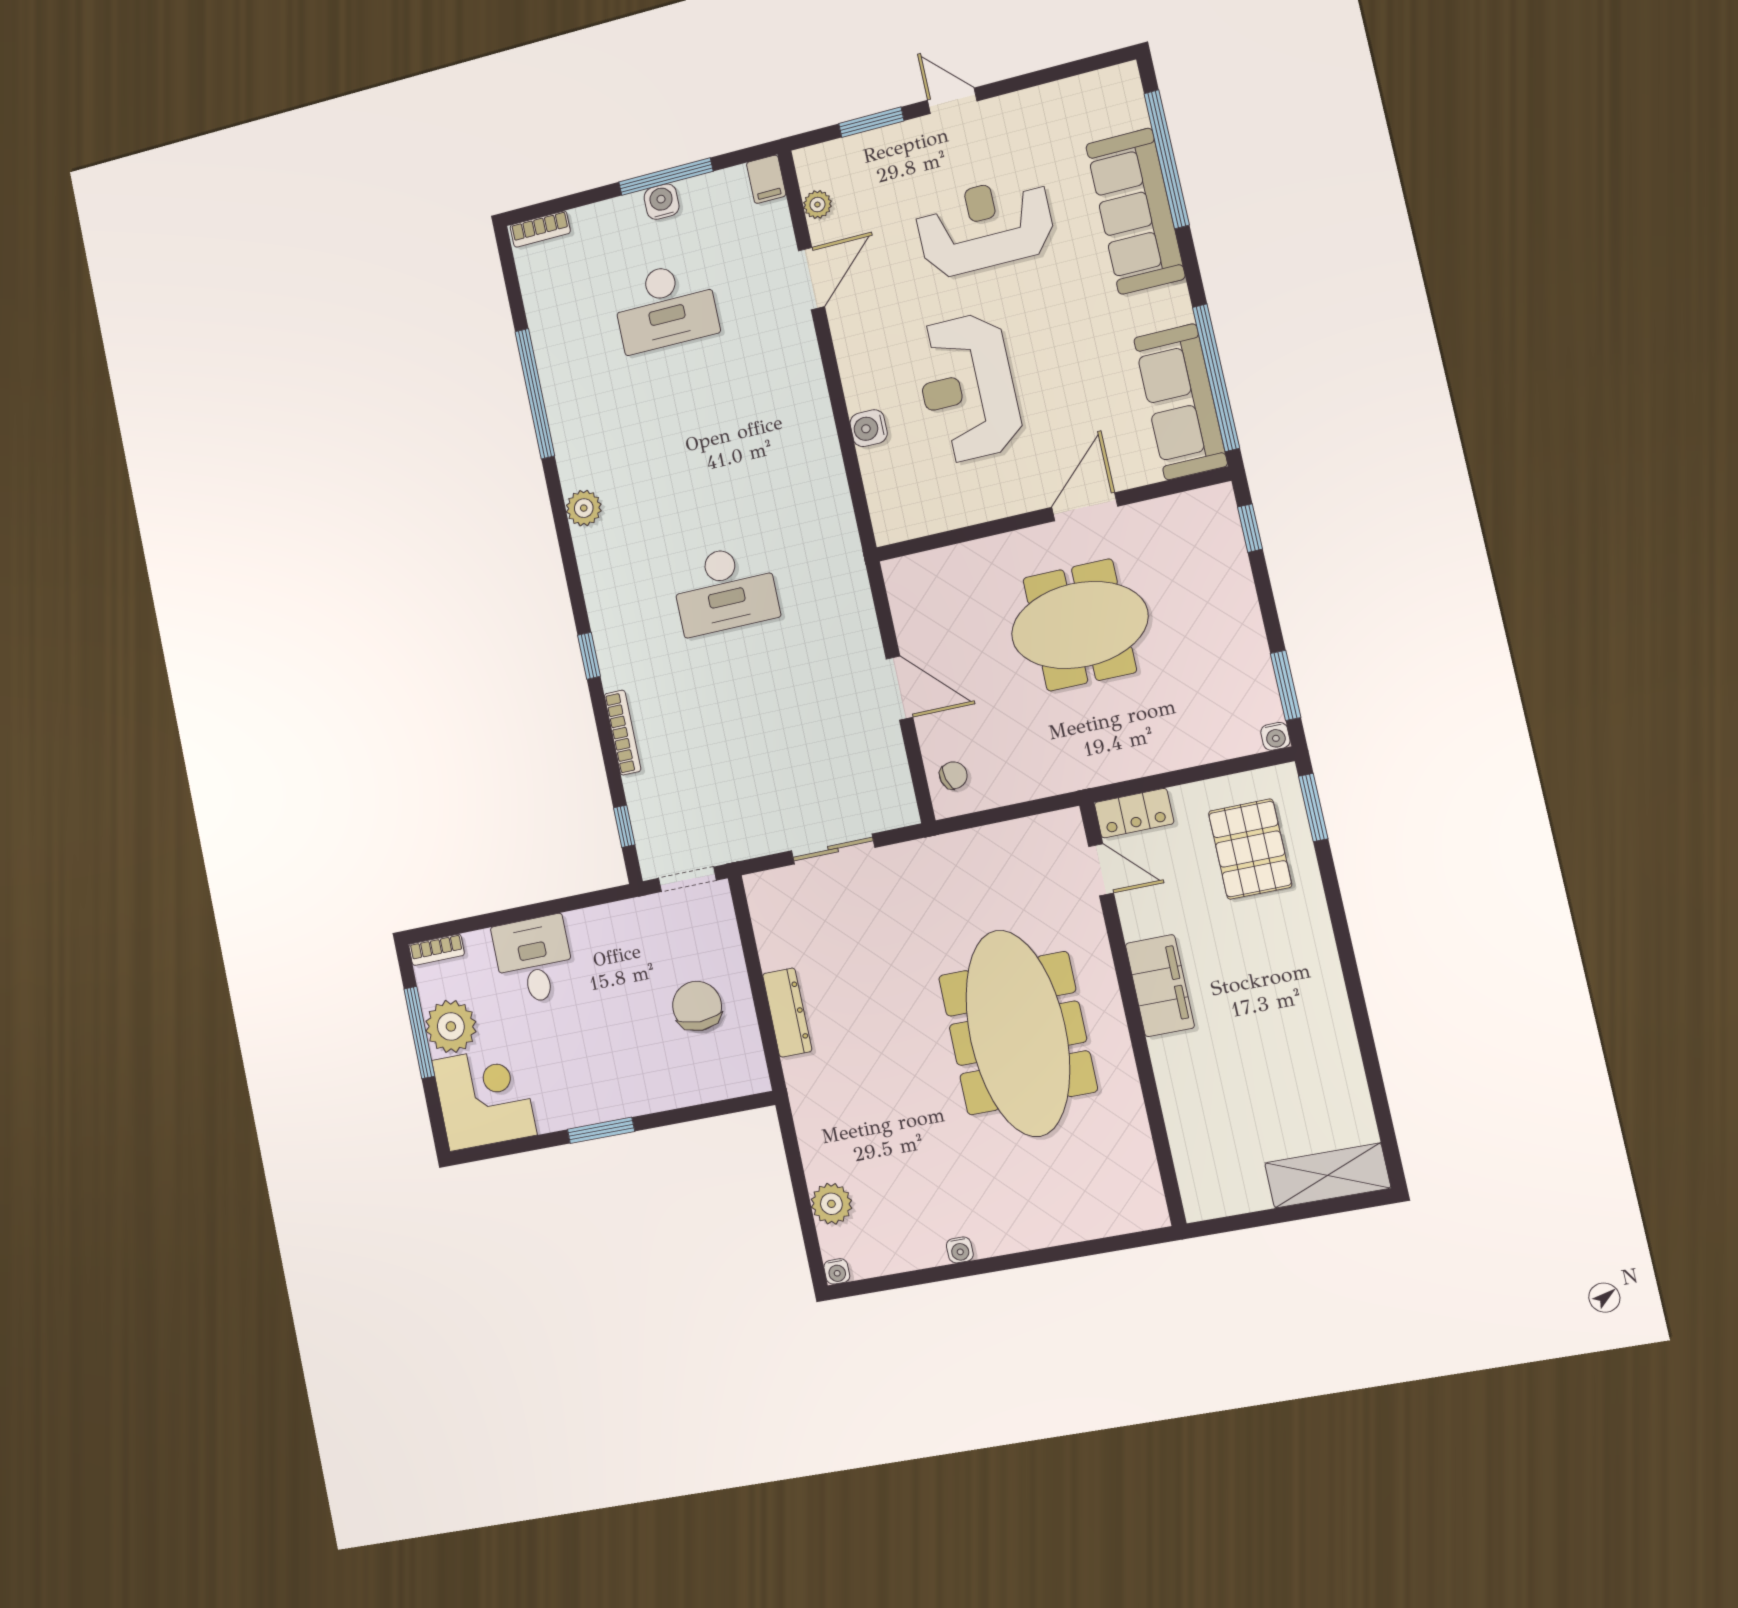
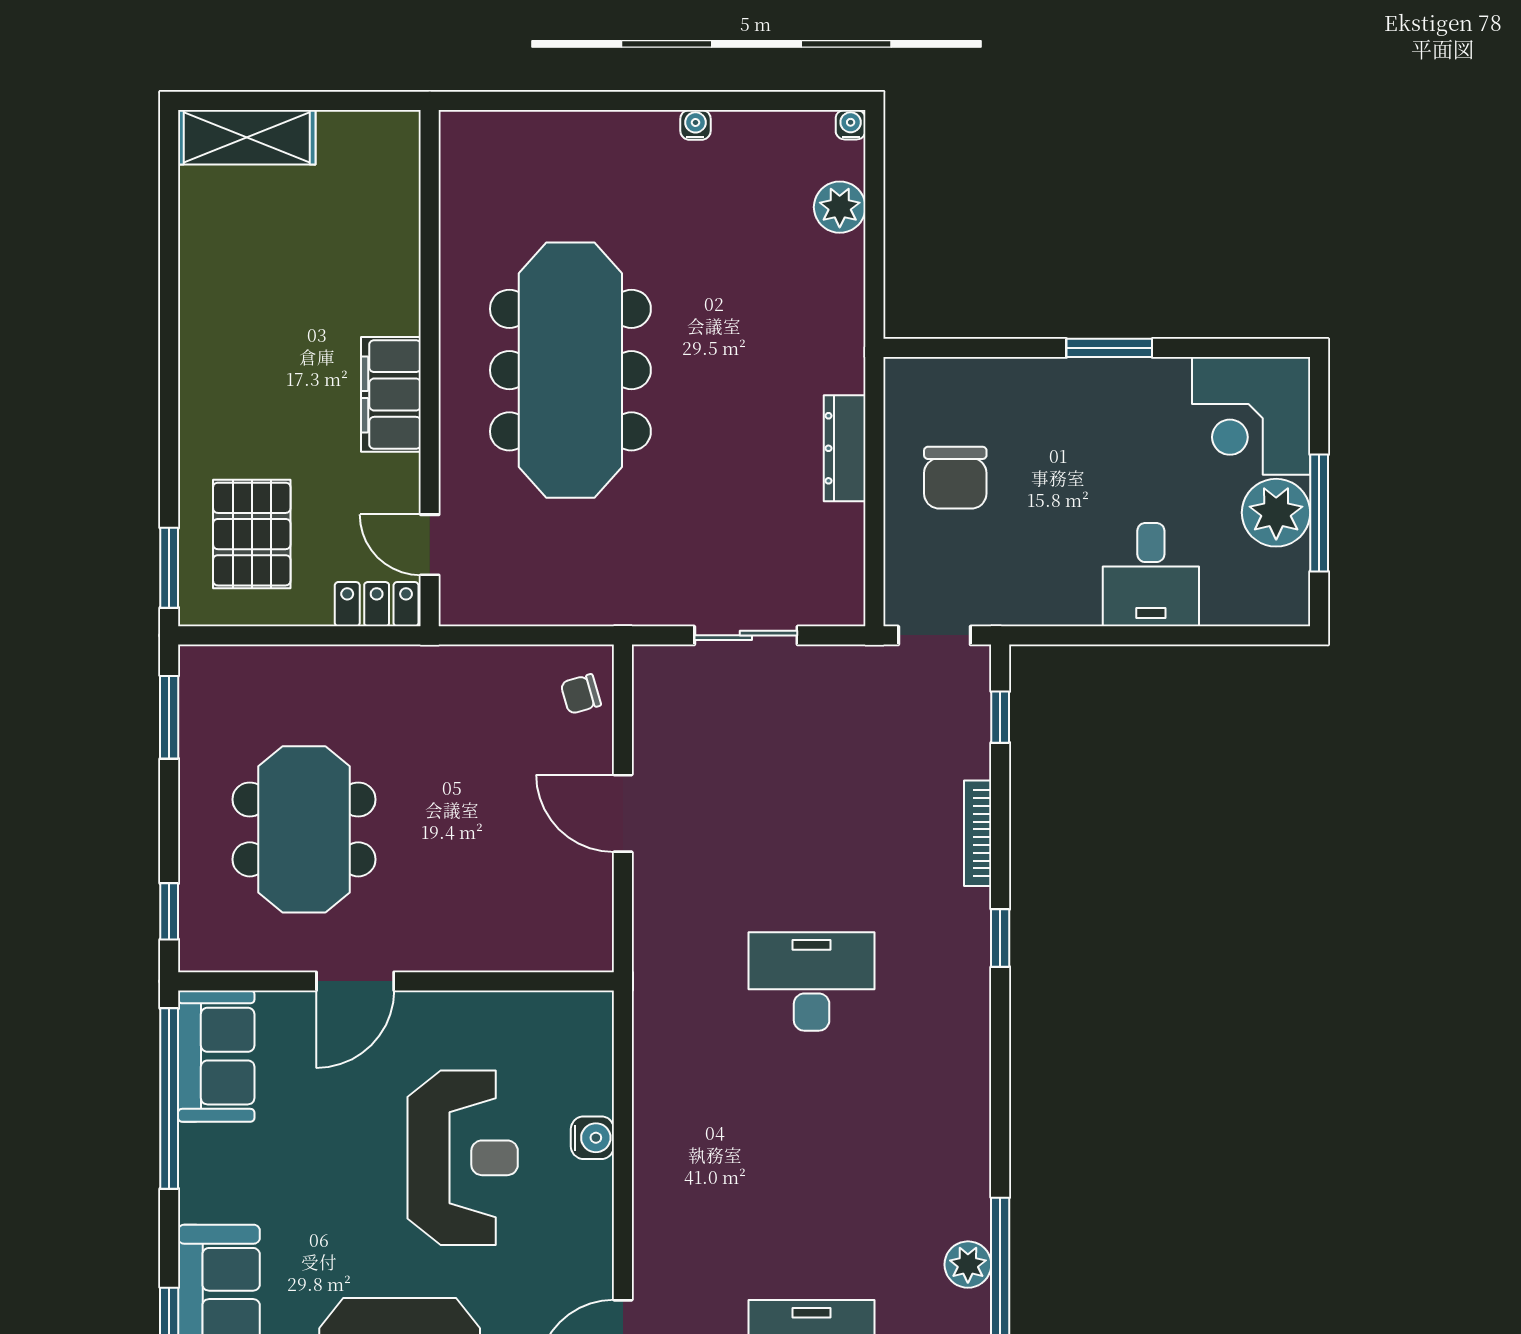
sofa: (1181, 402) -> (216, 1056), width x0.73
plant: (584, 508) -> (968, 1265), moved
meeting table: (1080, 625) -> (304, 829), moved, turned 90
water cooler: (1275, 736) -> (194, 660), removed
bookcase: (437, 950) -> (1275, 612), removed

